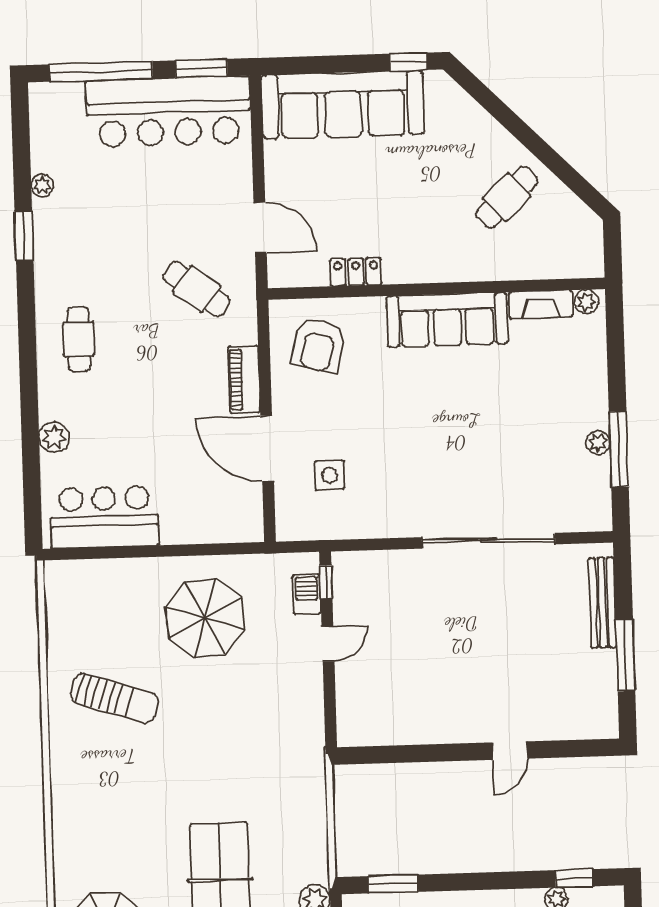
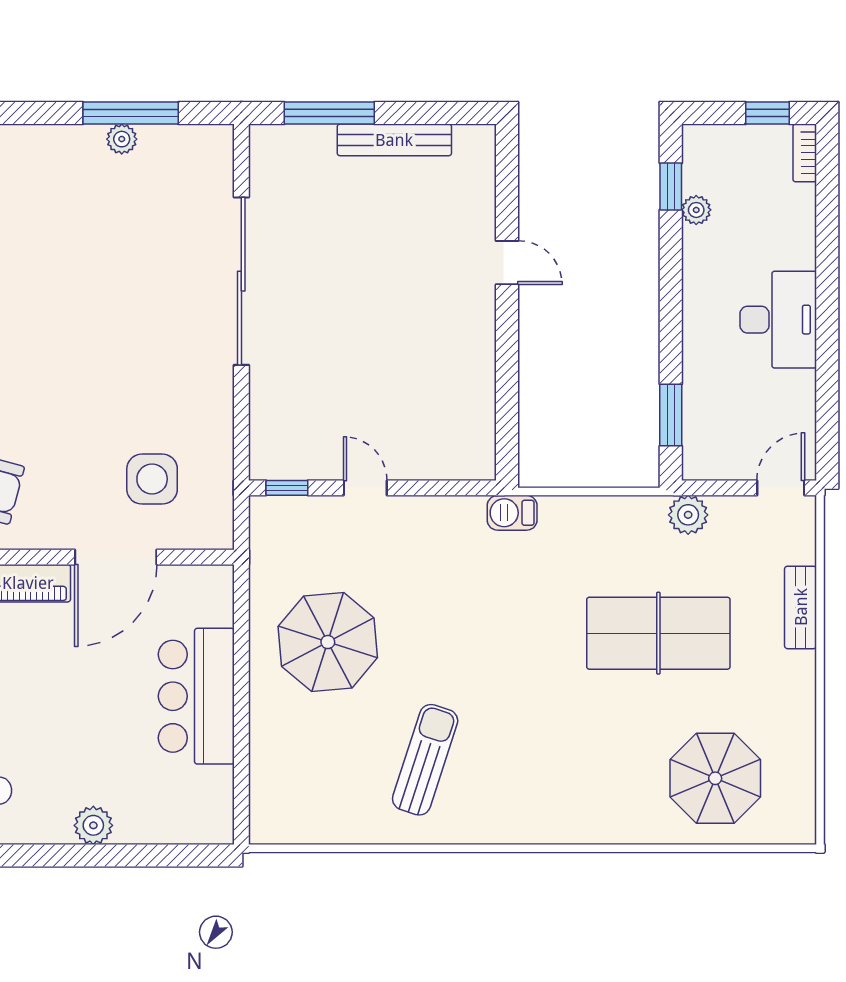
side table: (330, 475) -> (152, 479), width x1.37, depth x1.37
bar counter: (104, 517) -> (196, 696), moved
barbecue: (307, 594) -> (512, 513), moved
bench: (602, 603) -> (394, 140), moved
window: (625, 655) -> (329, 113), moved

